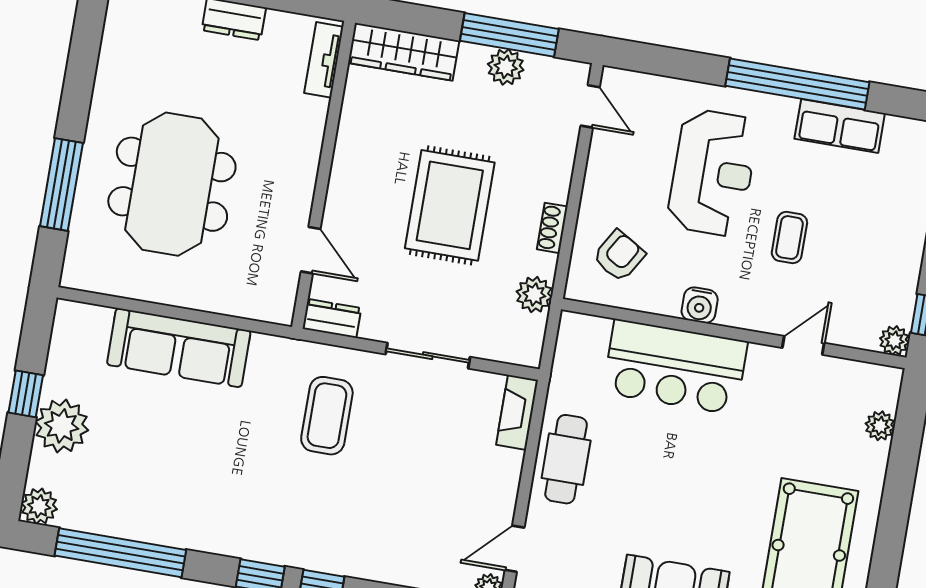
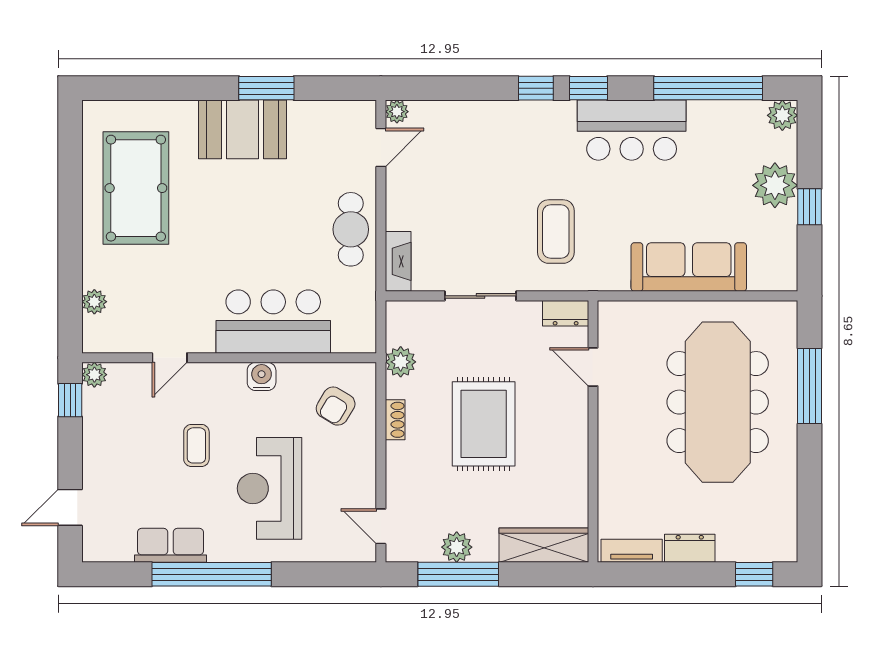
tv unit: (324, 60) -> (632, 551), moved, turned -90
meeting table: (172, 184) -> (718, 402), width x1.36
bar counter: (218, 519) -> (632, 130), added

